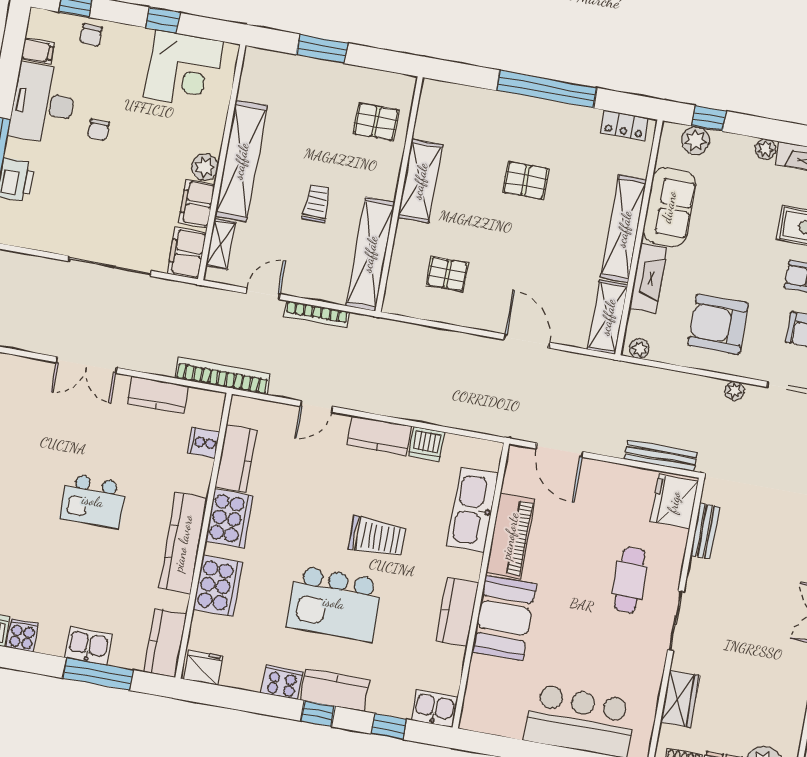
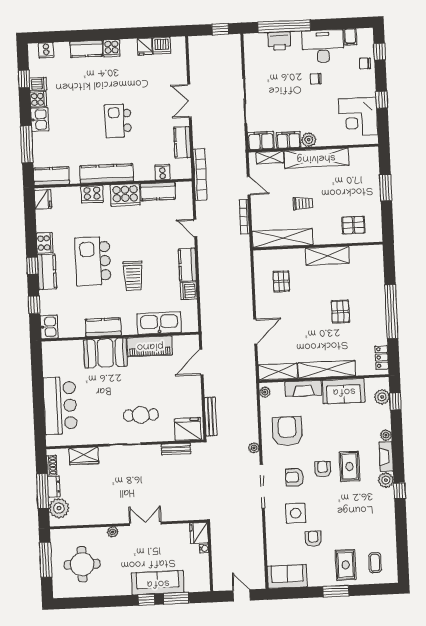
pallet: (376, 122) -> (353, 225), turned 90
cooker: (218, 586) -> (92, 194), width x0.73, depth x0.76
kitchen sink: (88, 646) -> (40, 120), moved

